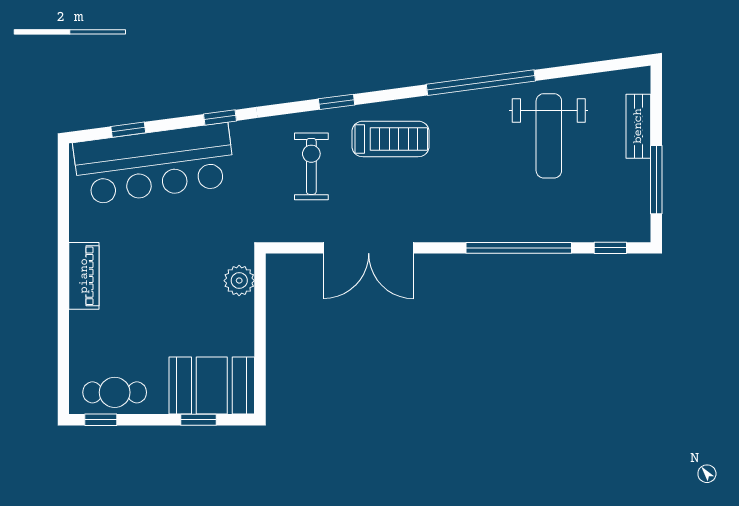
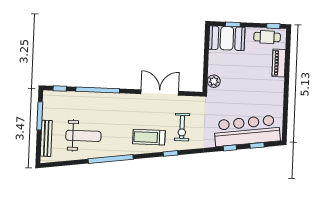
window: (220, 117) -> (230, 148), moved
bench: (638, 126) -> (46, 138), width x1.36
weight bench: (549, 136) -> (83, 136), turned 90
piano: (84, 276) -> (279, 63), moved

